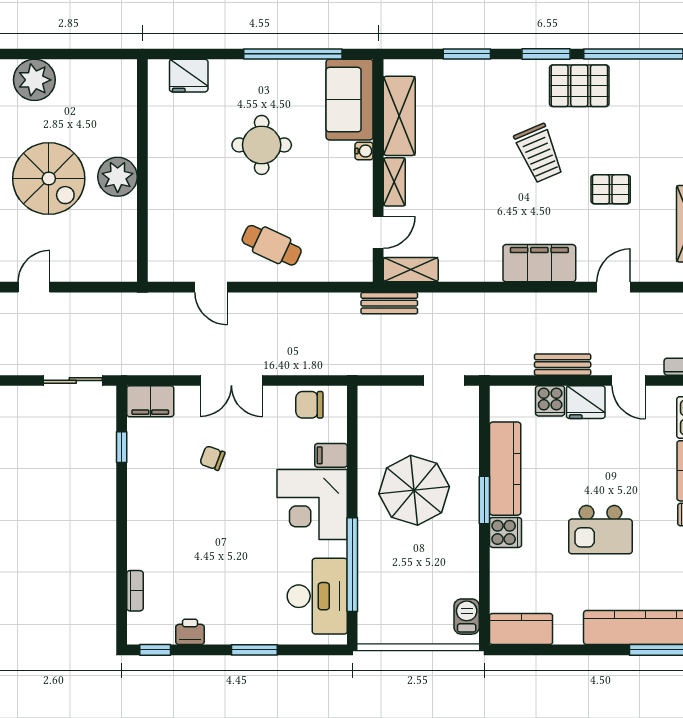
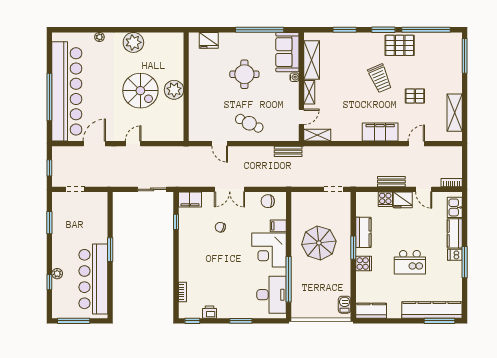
bench: (389, 303) -> (288, 151), moved
kitchen counter: (505, 469) -> (363, 232), width x0.67

